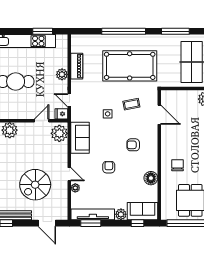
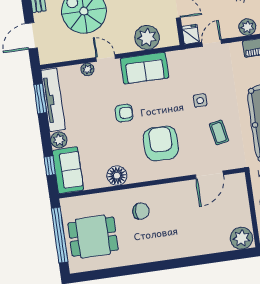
plant: (59, 133) -> (147, 37), moved
sofa: (80, 138) -> (145, 68), moved
armchair: (133, 145) -> (161, 143), width x1.88, depth x1.88
door: (69, 174) -> (106, 58), swing flipped

